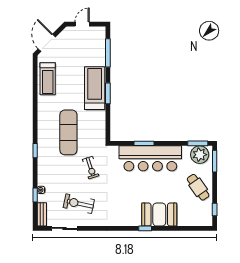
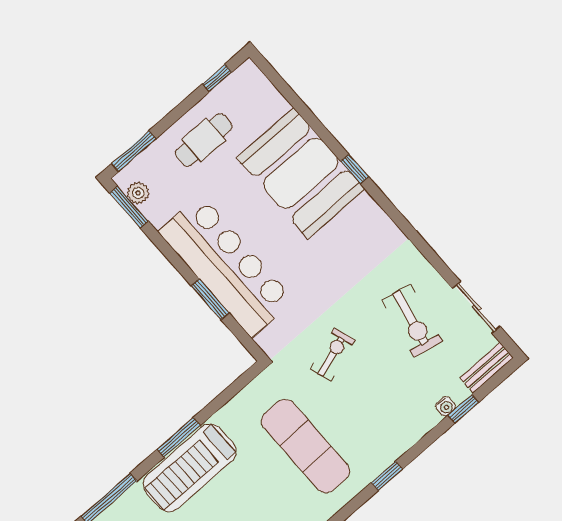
exercise mat: (68, 132) -> (305, 446), turned 90
plant: (200, 155) -> (138, 193), width x0.53, depth x0.53
cafe table: (198, 187) -> (204, 140), turned 35
booth: (159, 215) -> (301, 173), width x1.36, depth x1.42

